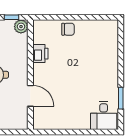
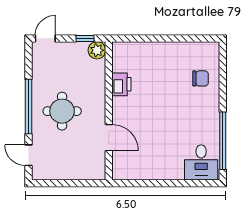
chair: (68, 29) -> (201, 78), moved
window: (121, 98) -> (223, 141), width x2.11

